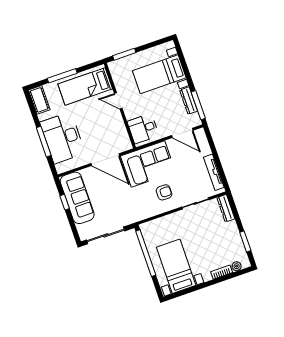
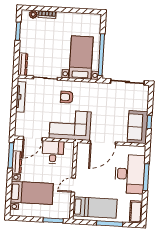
door: (118, 101) -> (73, 185), swing flipped
desk: (143, 129) -> (53, 152), moved, turned -90
door: (182, 133) -> (33, 138), swing flipped
door: (105, 160) -> (103, 143), swing flipped
sofa: (77, 198) -> (138, 127), width x0.73
bed with nightstands: (176, 266) -> (81, 58), moved, turned 180

